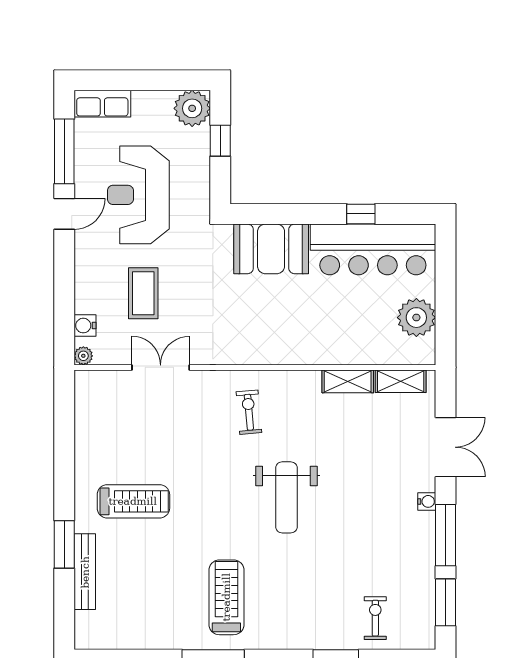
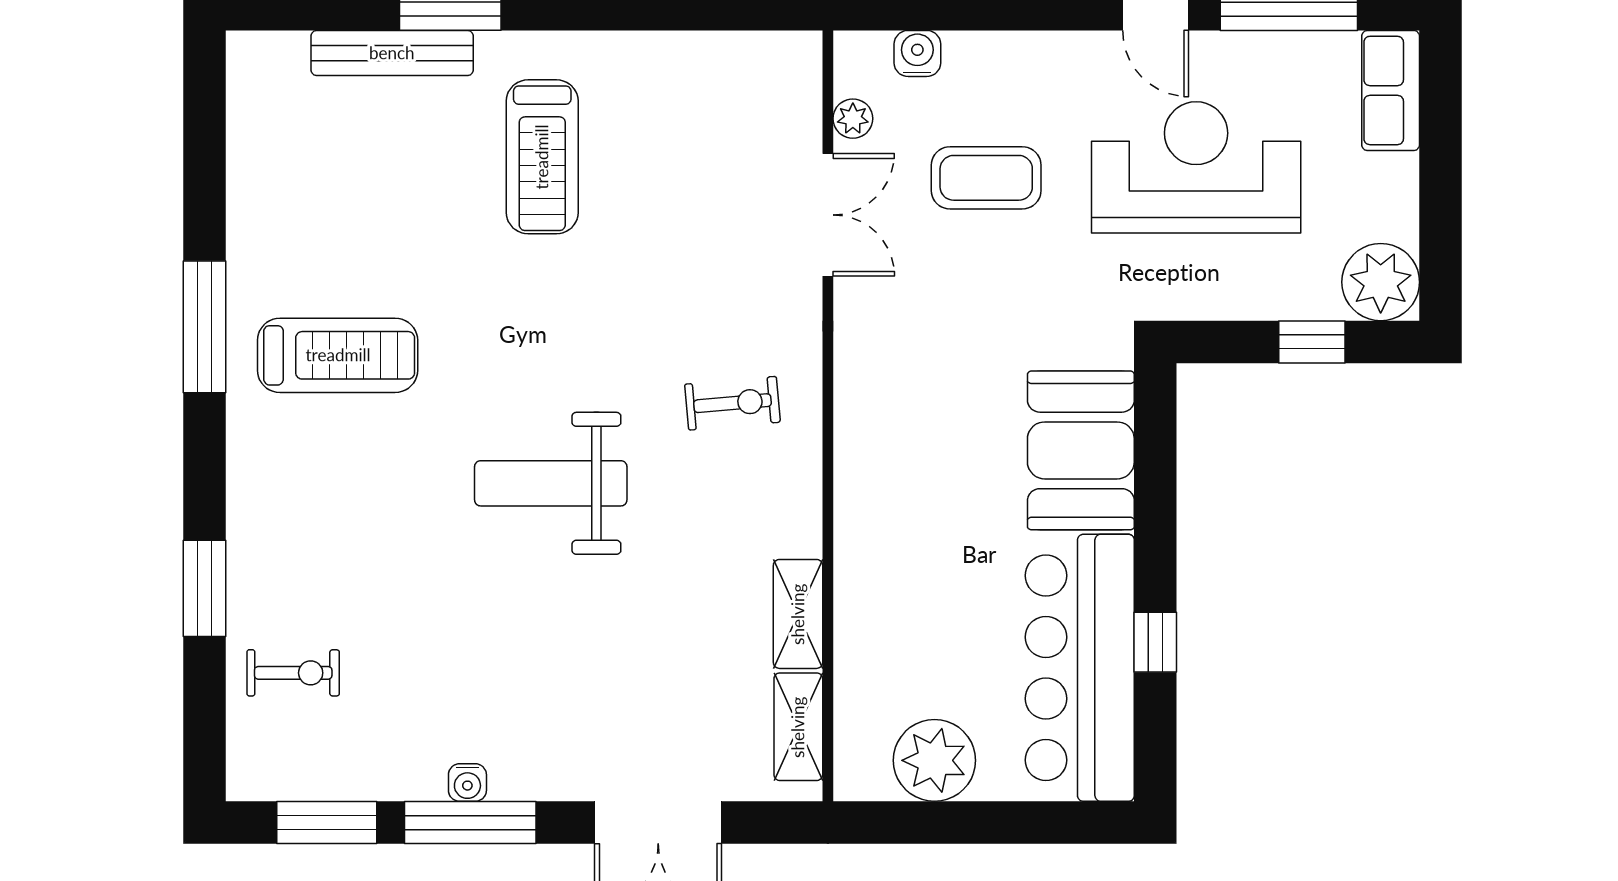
plant: (83, 356) -> (853, 119), moved
water cooler: (427, 501) -> (467, 783), moved

